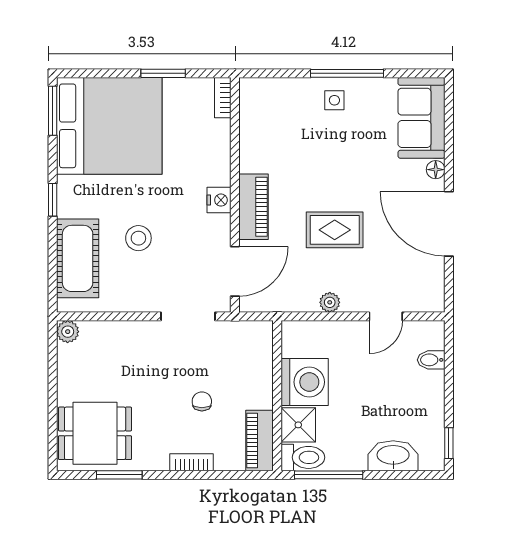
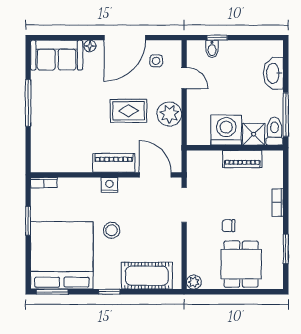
side table: (334, 100) -> (156, 61), moved
rug: (335, 230) -> (129, 111), turned 90
stool: (138, 238) -> (112, 230), moved
plant: (330, 302) -> (169, 114), width x1.87, depth x1.87
chair: (202, 401) -> (228, 226), moved
dining table: (95, 433) -> (241, 264), moved
piano: (260, 440) -> (242, 159), moved
window: (449, 443) -> (217, 38), moved

